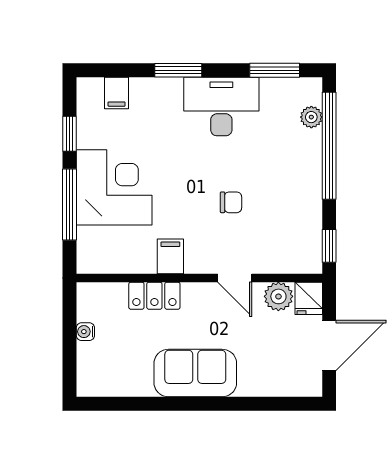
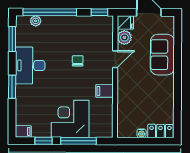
filing cabinet: (117, 93) -> (23, 131), moved
locker: (154, 296) -> (160, 131), moved, turned -90
sofa: (195, 373) -> (162, 55), moved

